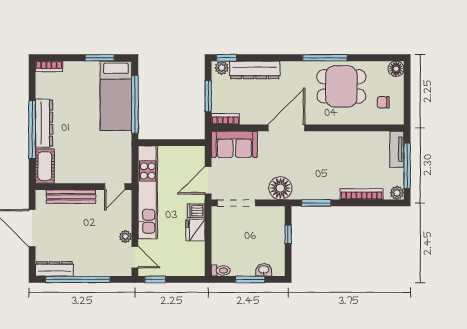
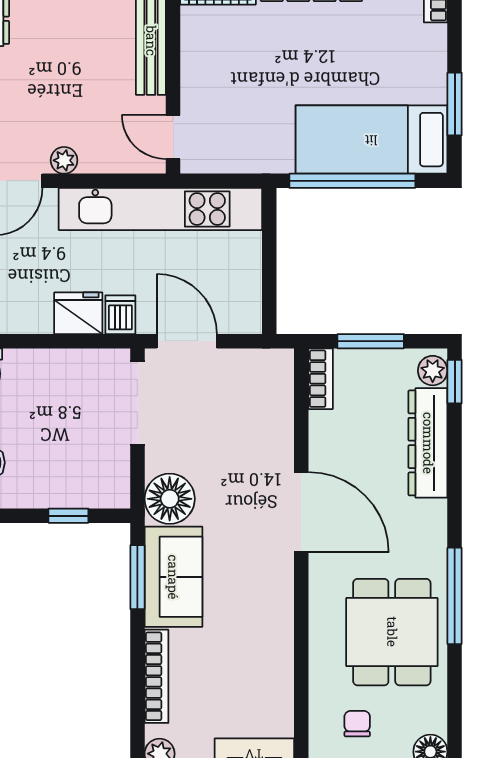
sofa: (234, 144) -> (173, 577), moved, turned 180

